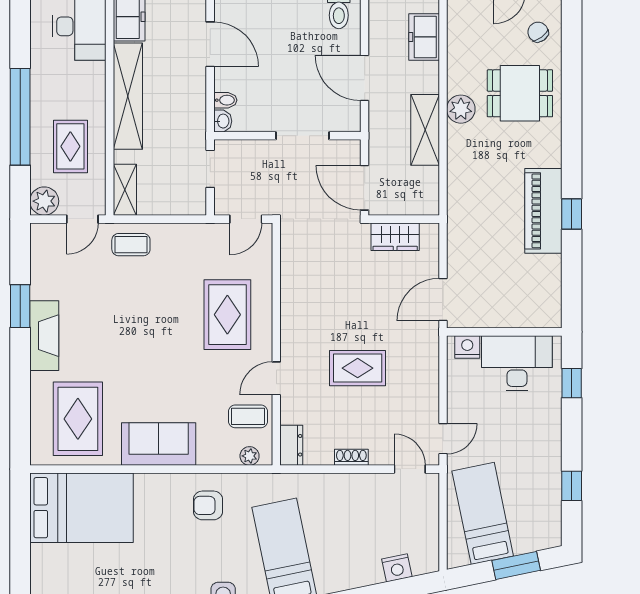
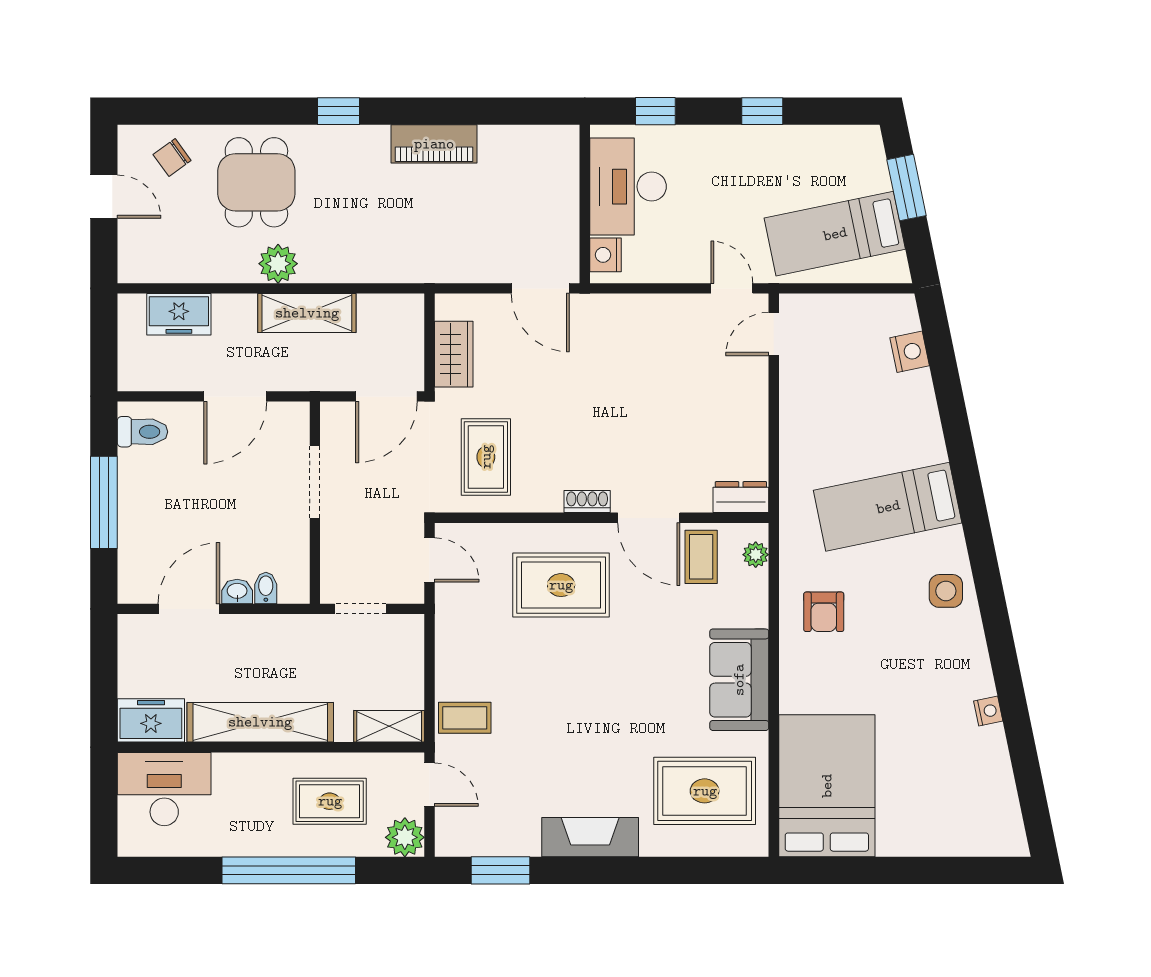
washbasin: (223, 121) -> (237, 592), moved
piano: (543, 211) -> (434, 144), width x0.73, depth x0.75
window: (572, 214) -> (339, 111), moved
coffee table: (131, 245) -> (465, 718), turned 90
window: (20, 306) -> (500, 870), moved
rug: (358, 368) -> (486, 457), moved
door: (276, 378) -> (649, 518), width x1.38
shoe rack: (351, 457) -> (587, 502), moved, turned 90
window: (572, 486) -> (762, 111), moved

